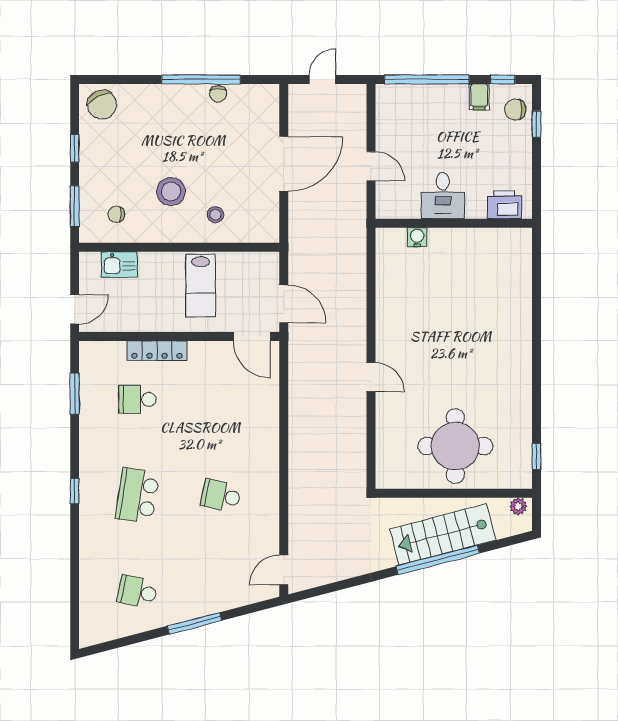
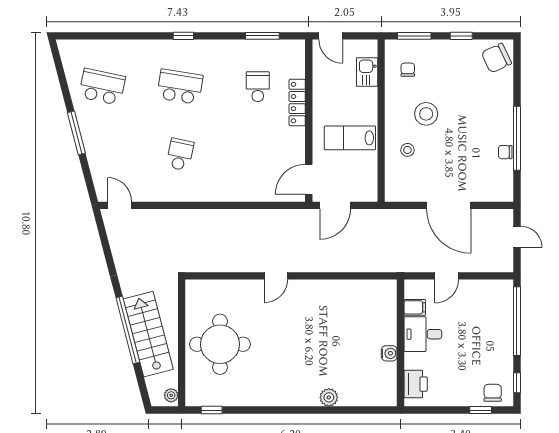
filing cabinet: (479, 97) -> (415, 307), moved, turned 180
water cooler: (417, 237) -> (389, 353), moved
plant: (521, 312) -> (329, 397), added
school desk: (137, 592) -> (102, 87), width x1.85

